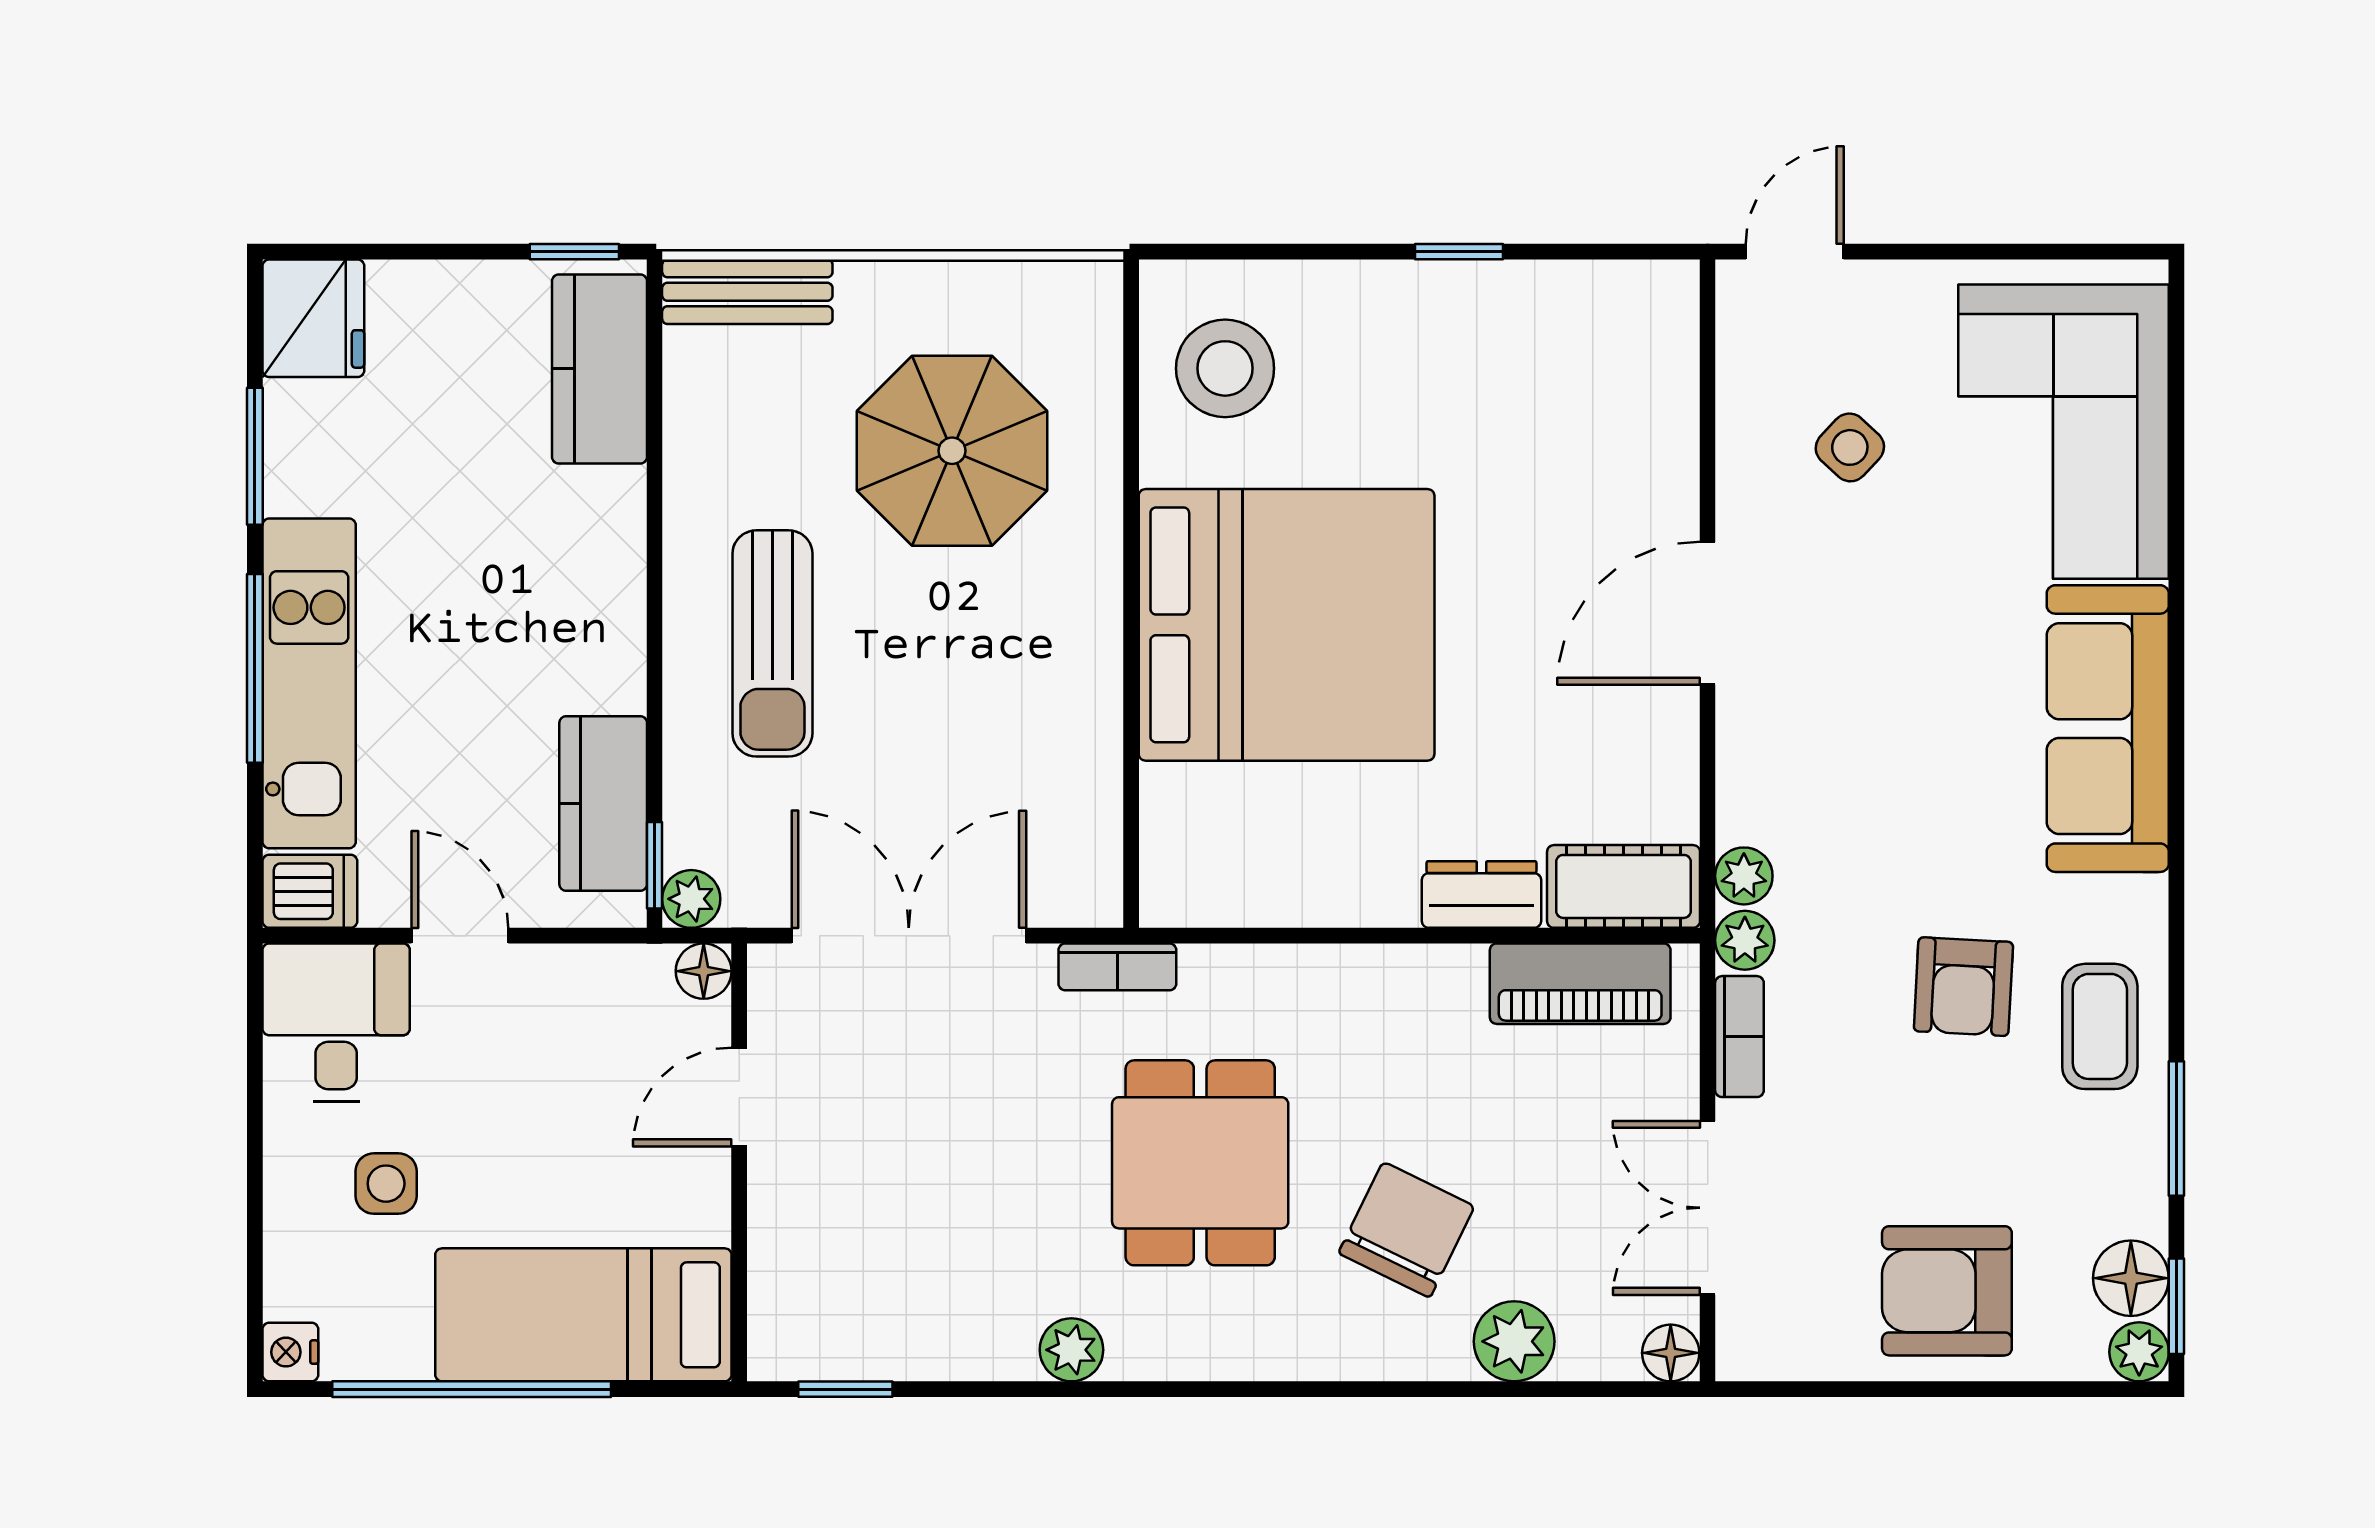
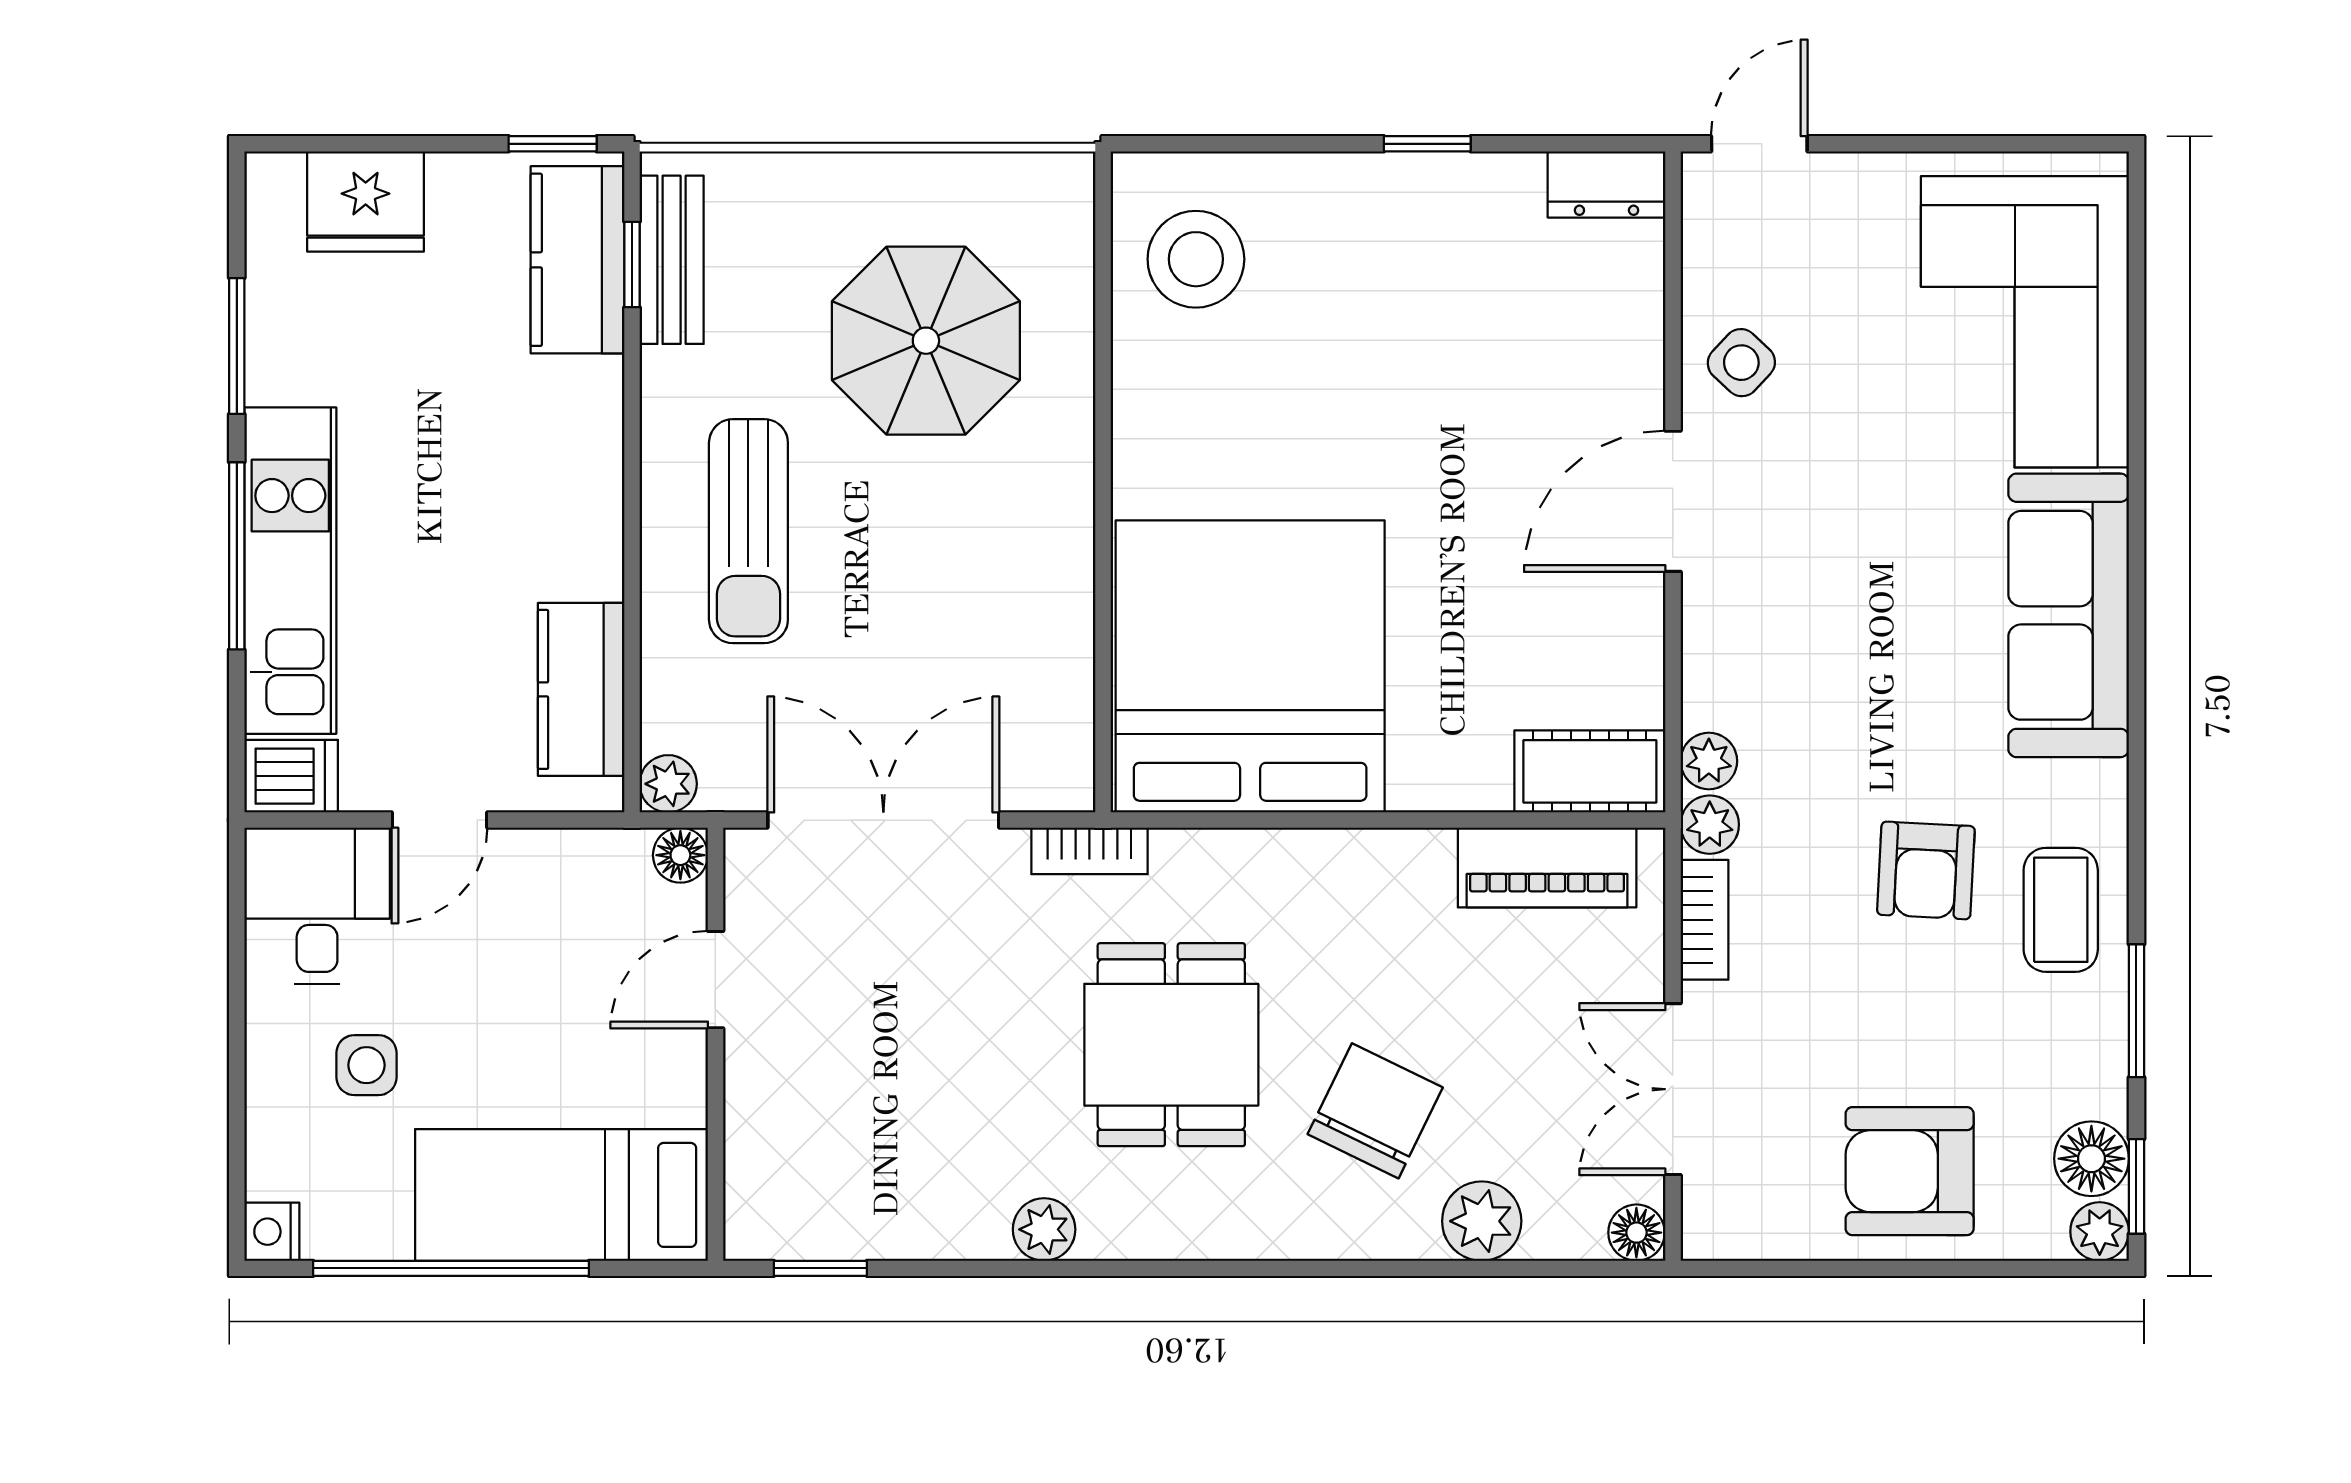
bench: (747, 292) -> (672, 260), moved, turned 90
fridge: (313, 318) -> (366, 202), moved, turned 90
side table: (1850, 447) -> (1741, 363), moved
bed: (1287, 625) -> (1250, 666), moved, turned -90
window: (655, 865) -> (632, 265), moved
dresser: (1481, 894) -> (1606, 184), moved, turned 180
door: (460, 936) -> (439, 820), swing flipped

